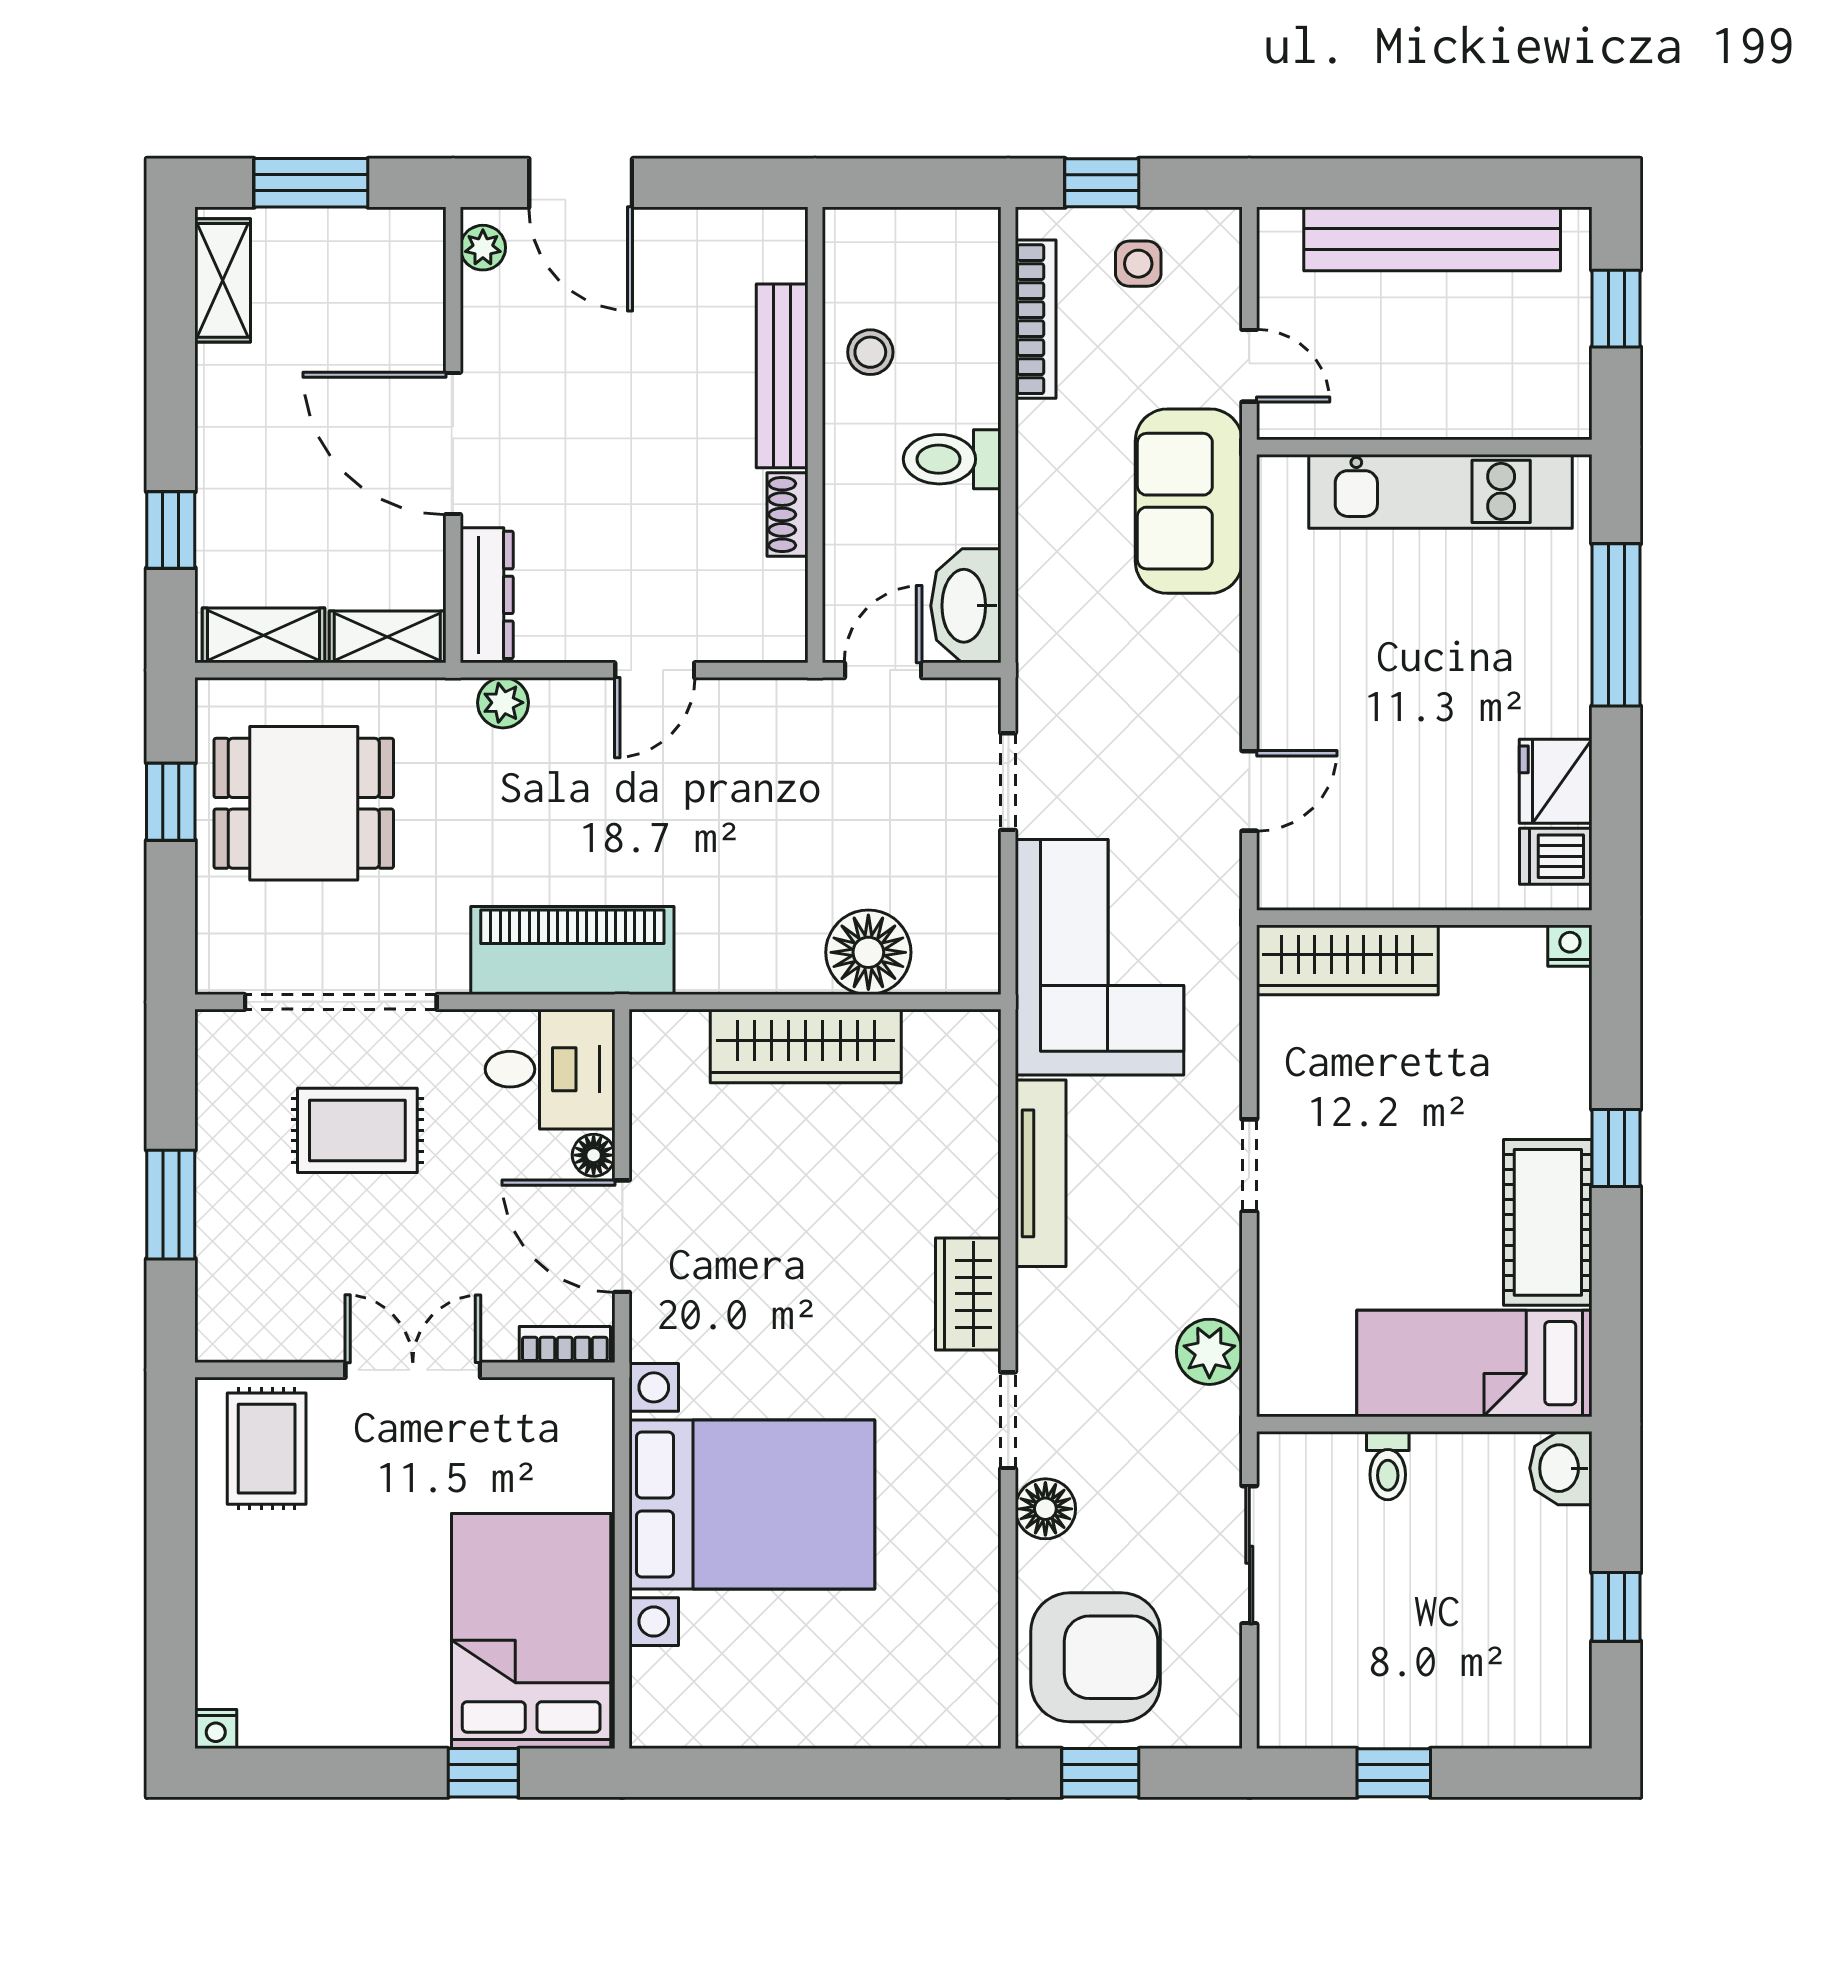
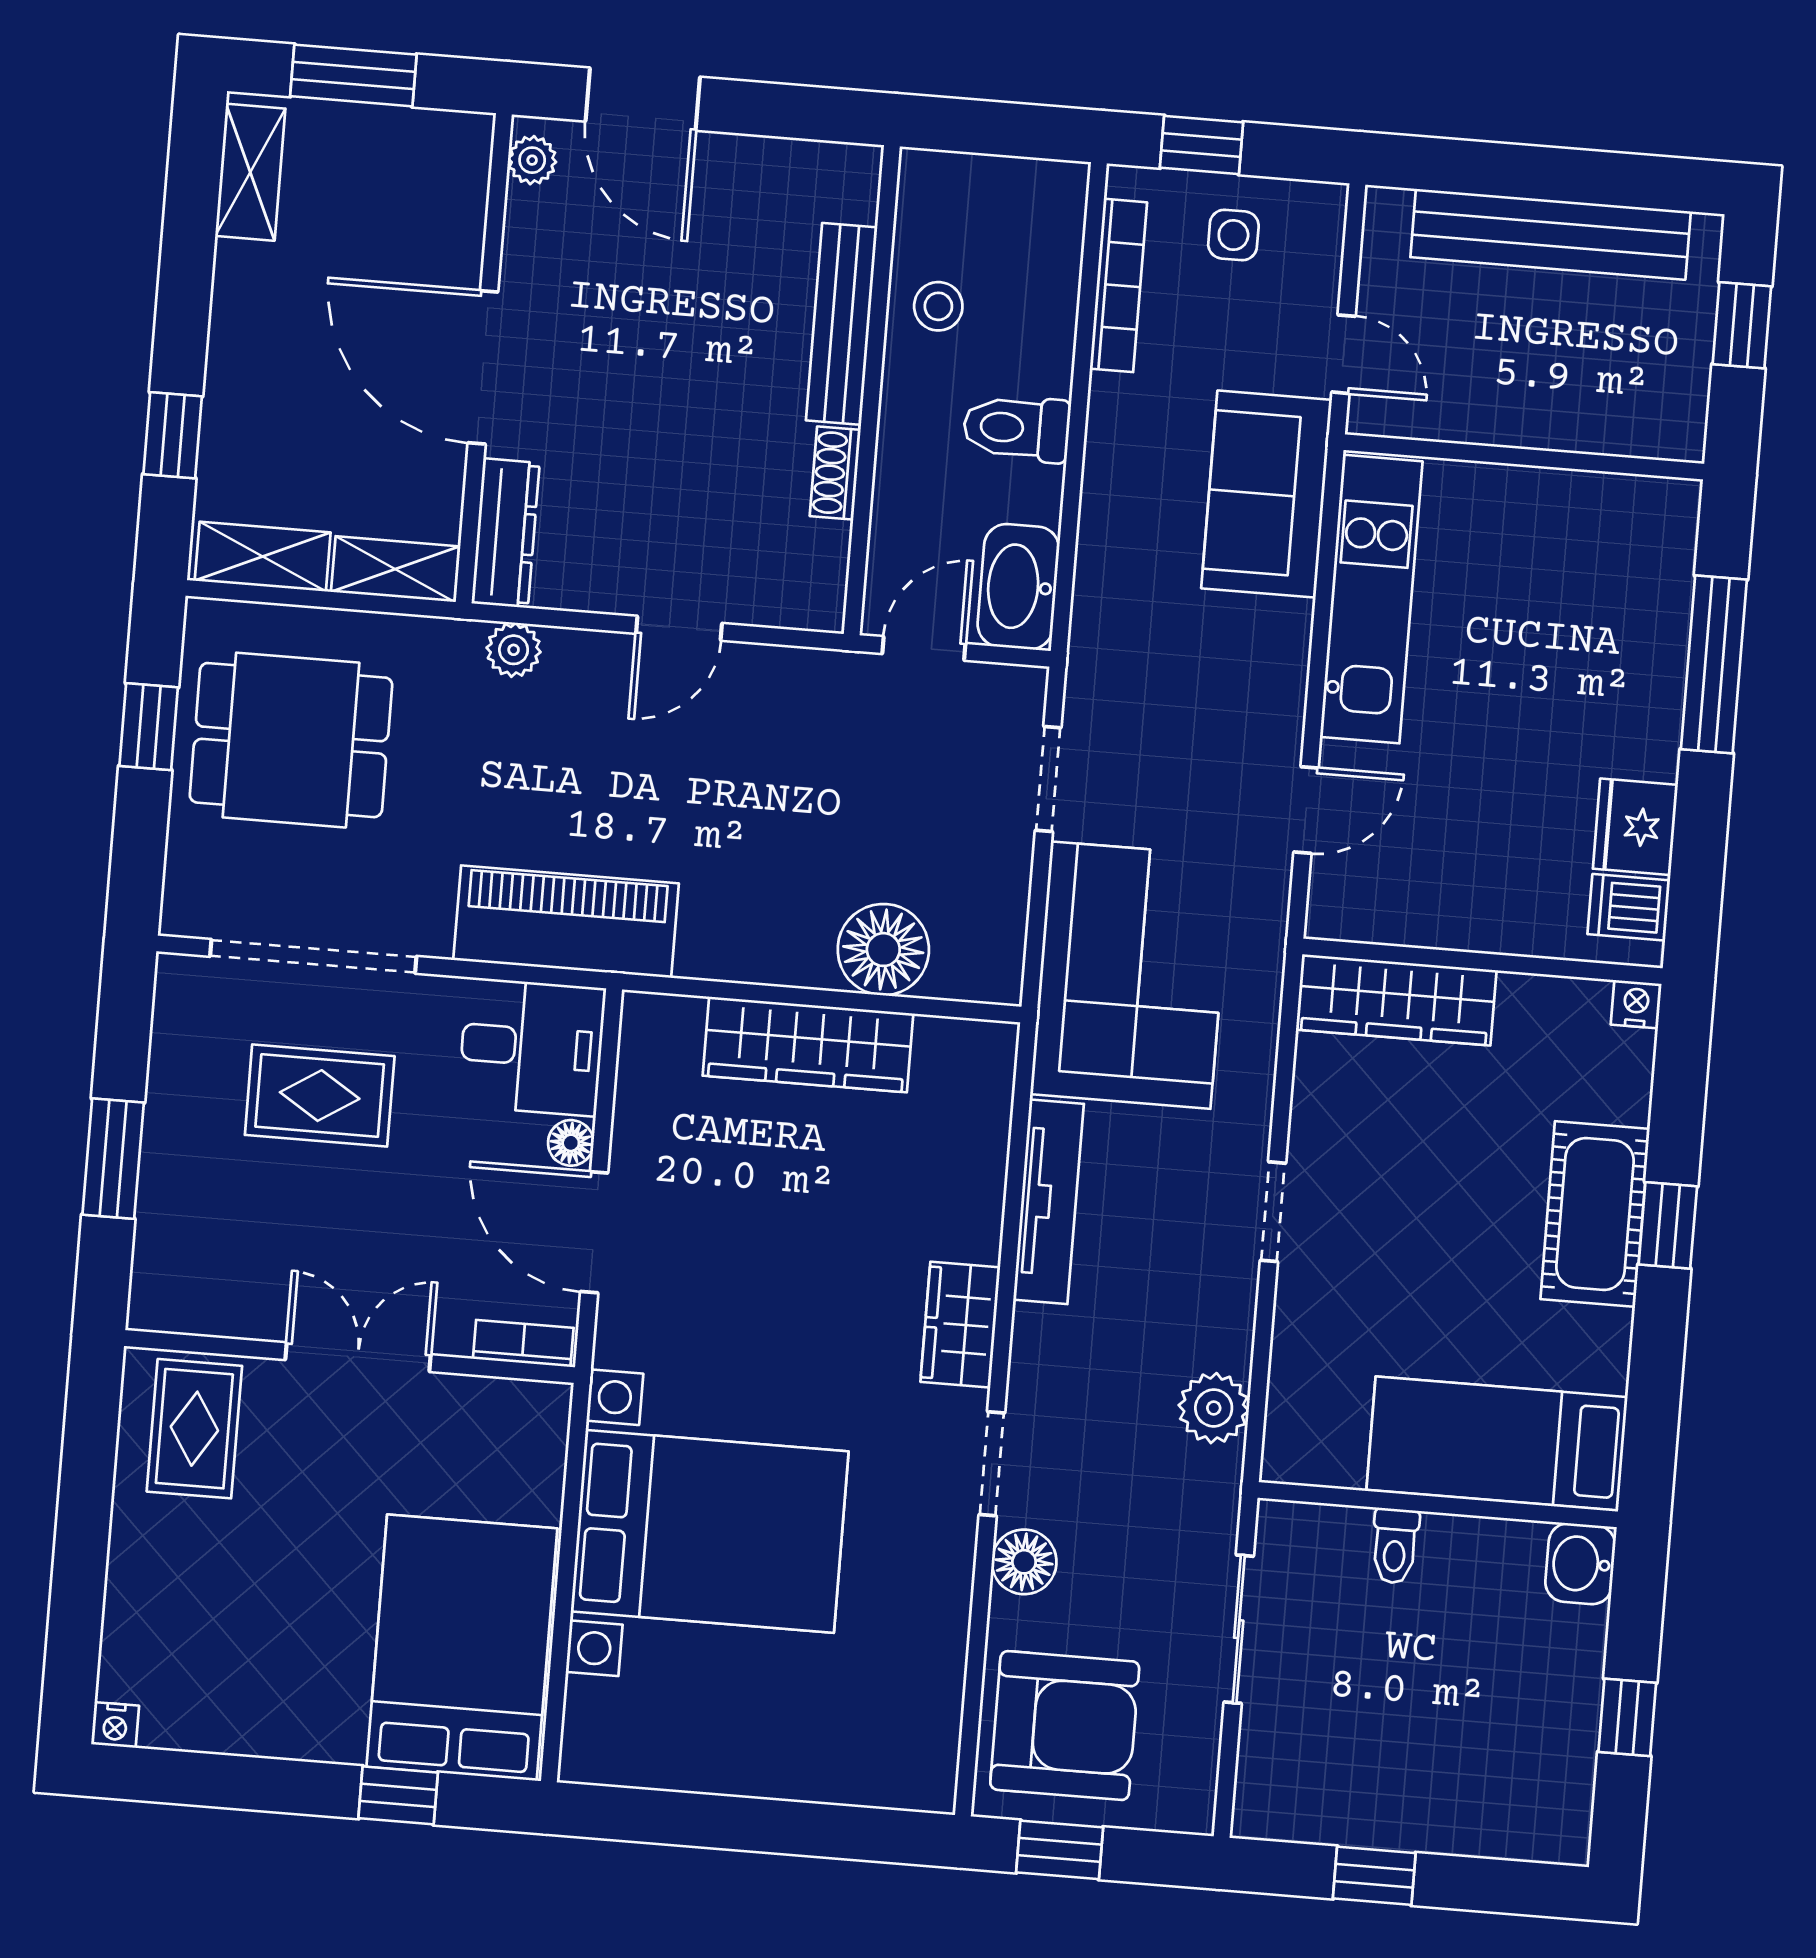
kitchen unit: (1441, 491) -> (1371, 599), moved, turned -90
cot: (1548, 1222) -> (1595, 1214), moved

